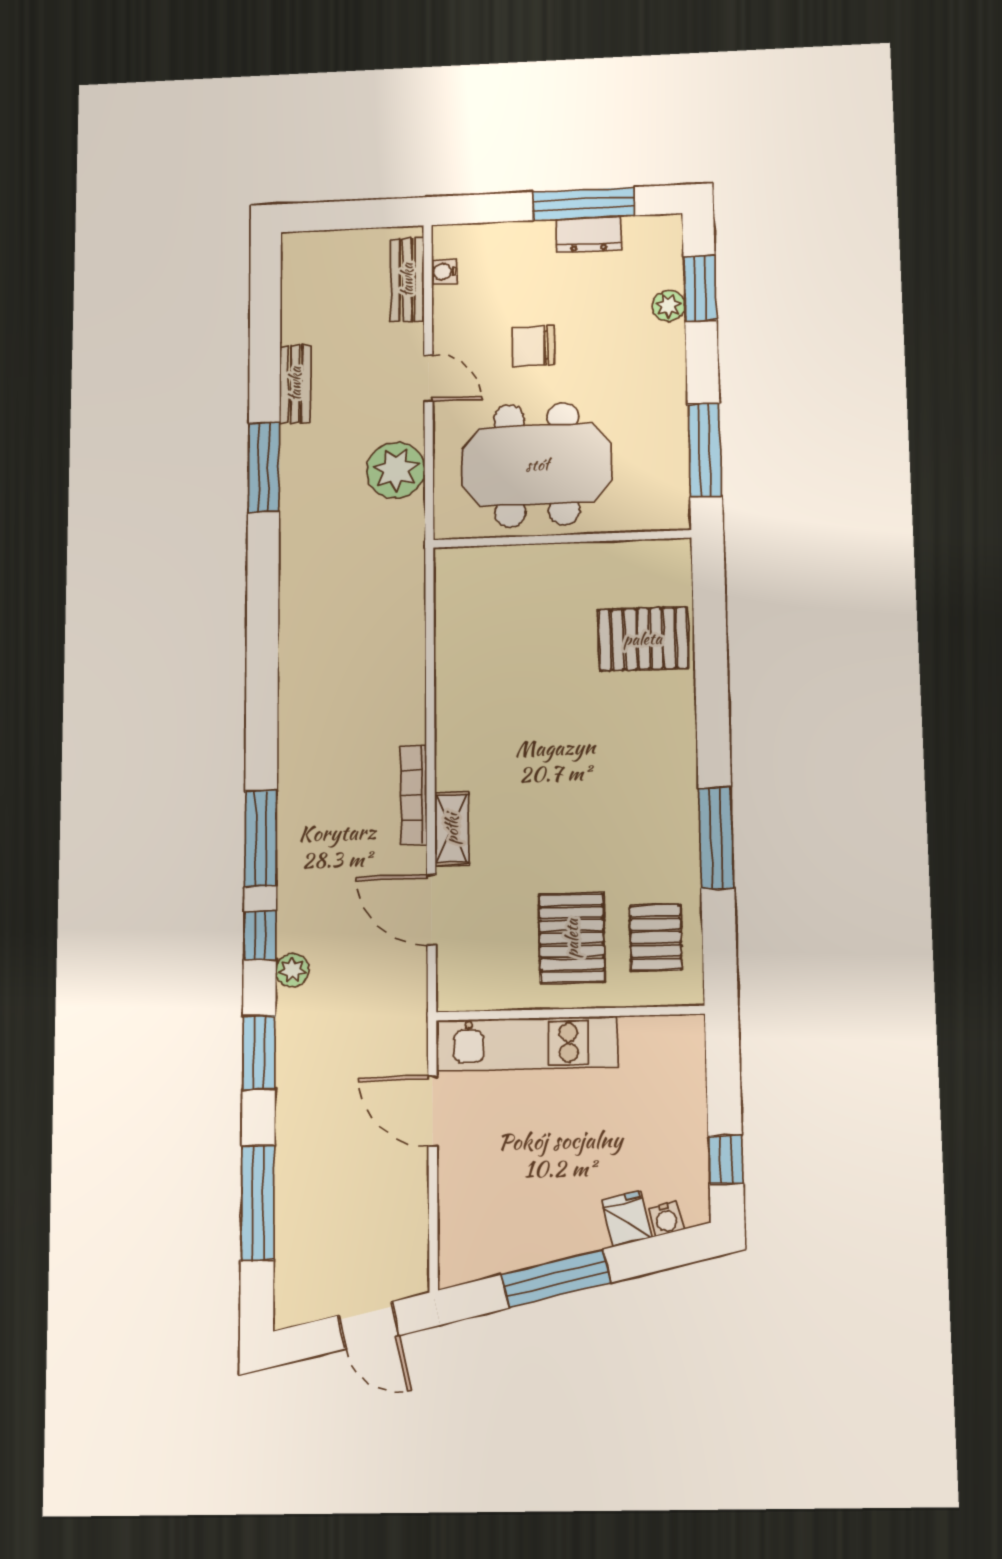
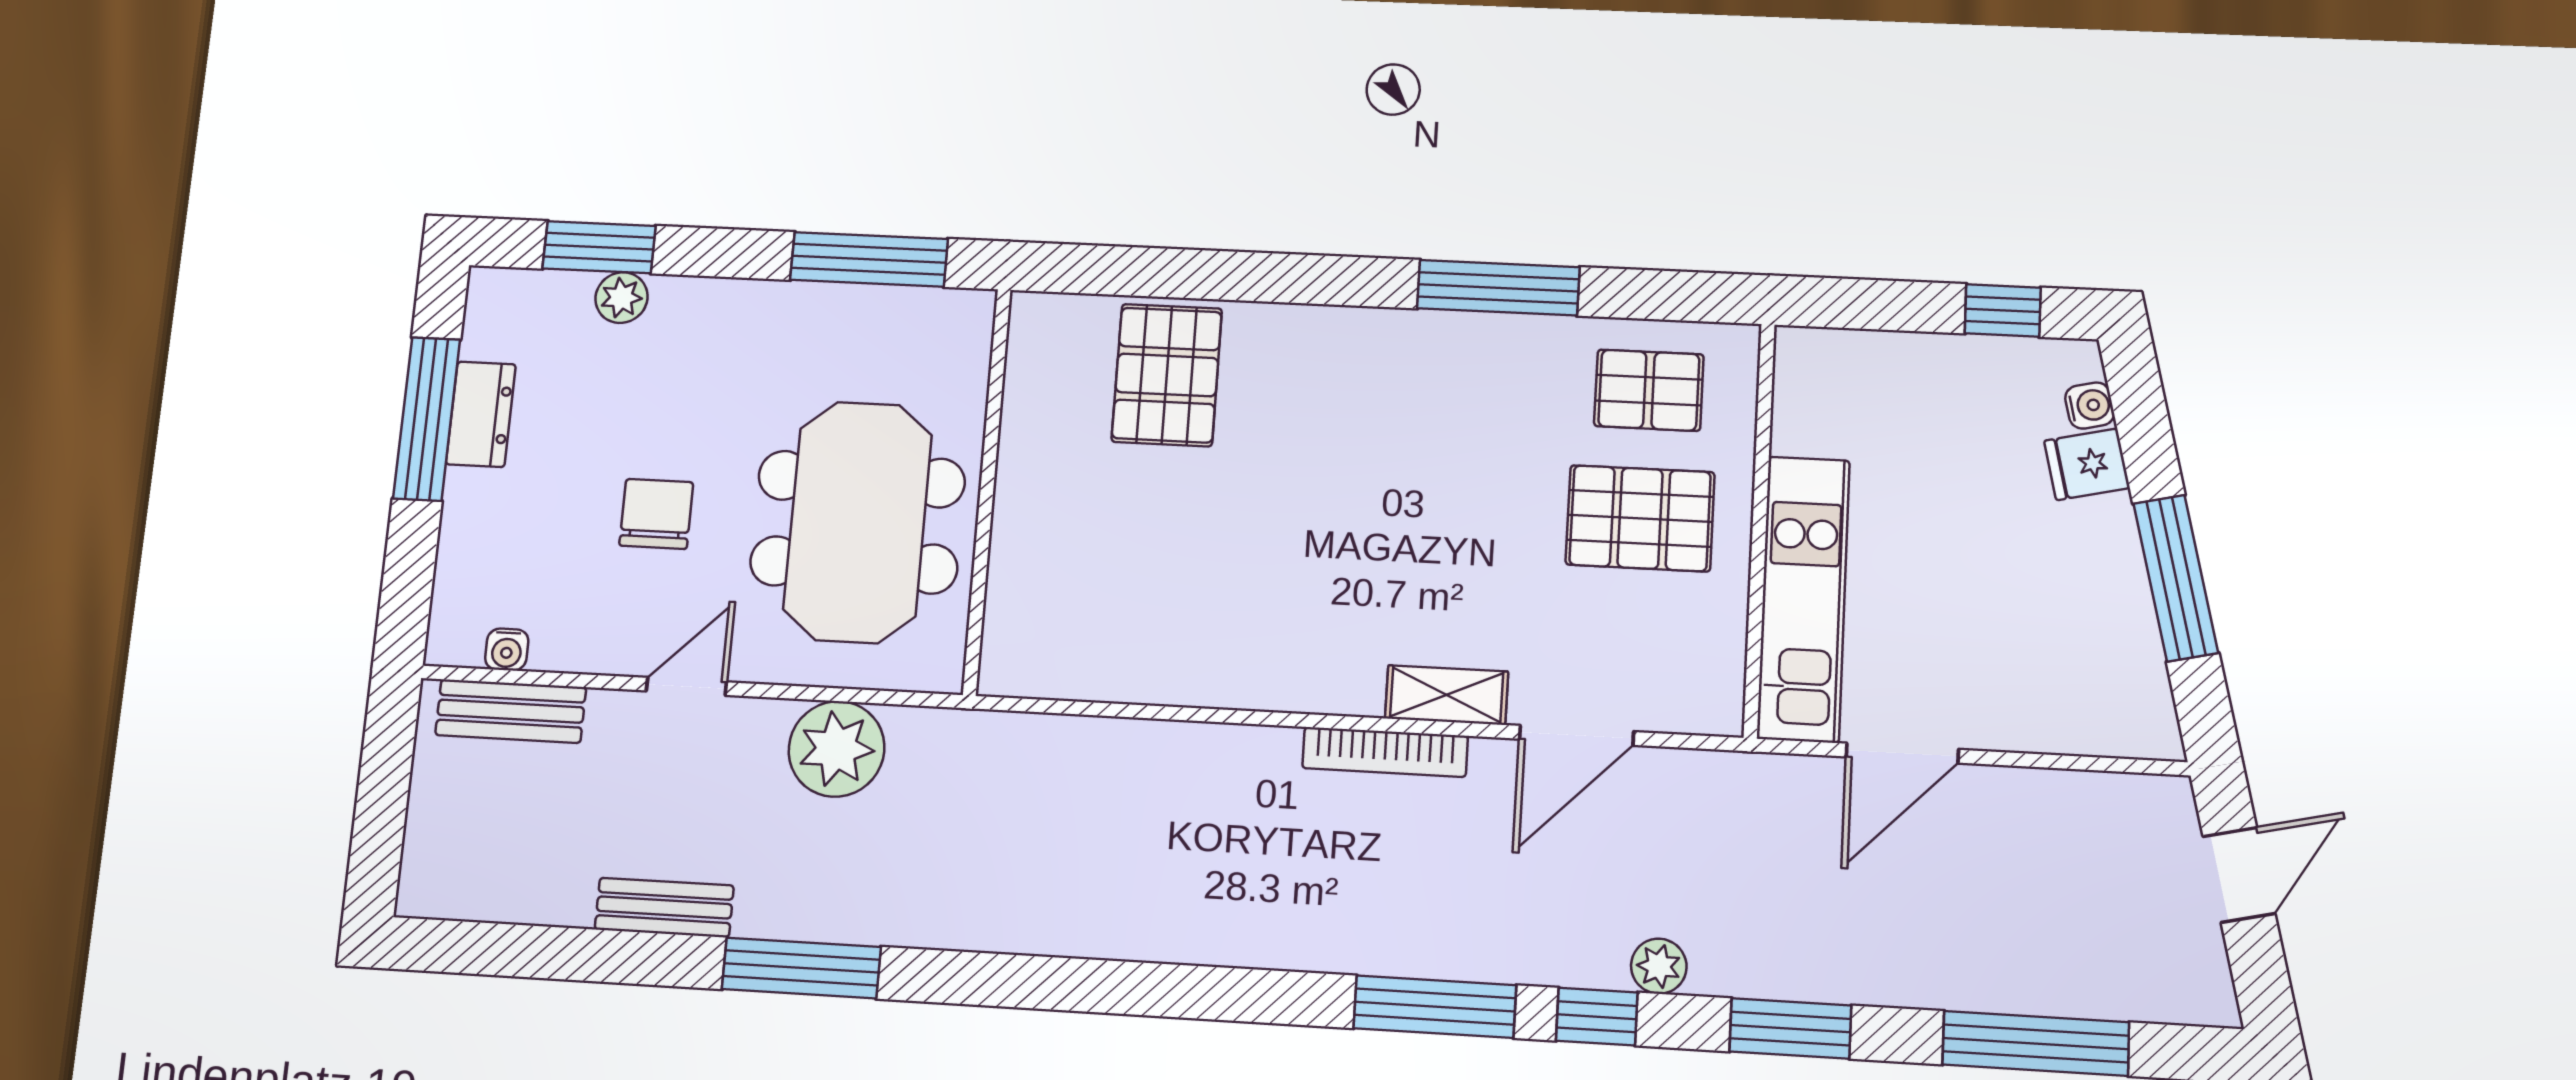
chair: (533, 346) -> (656, 514), turned 180

